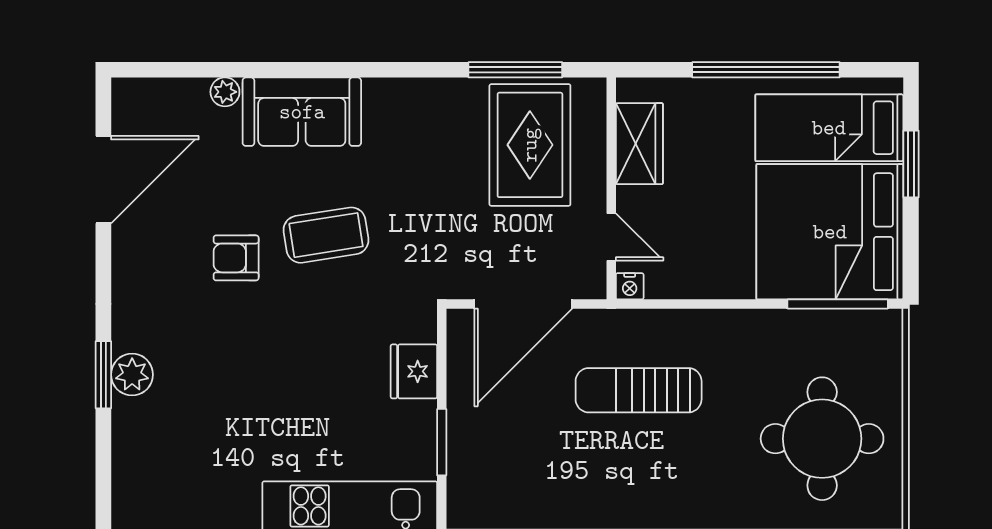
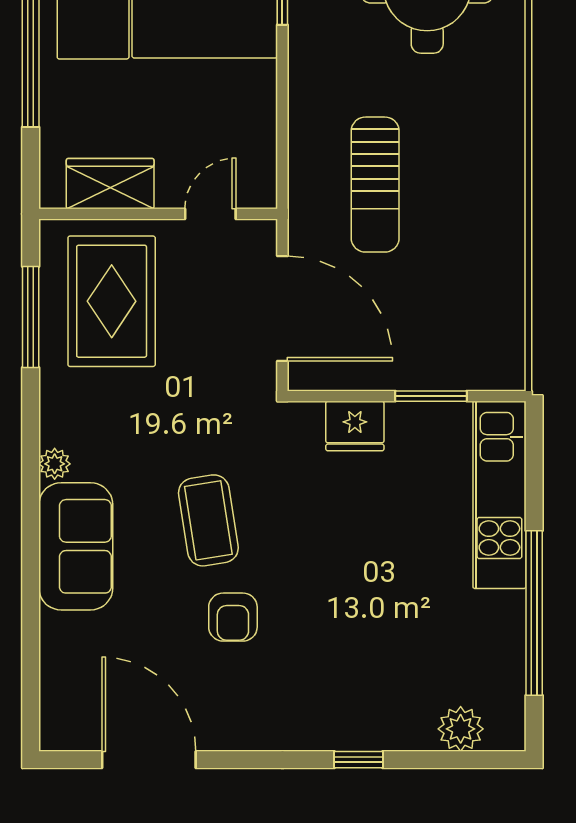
plant: (225, 92) -> (55, 464), moved
rug: (530, 145) -> (112, 301), turned 90
nightstand: (630, 286) -> (263, 194), removed
window: (103, 375) -> (359, 760), width x0.67
plant: (132, 375) -> (461, 729), moved

